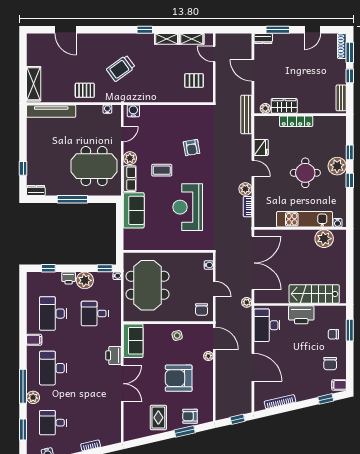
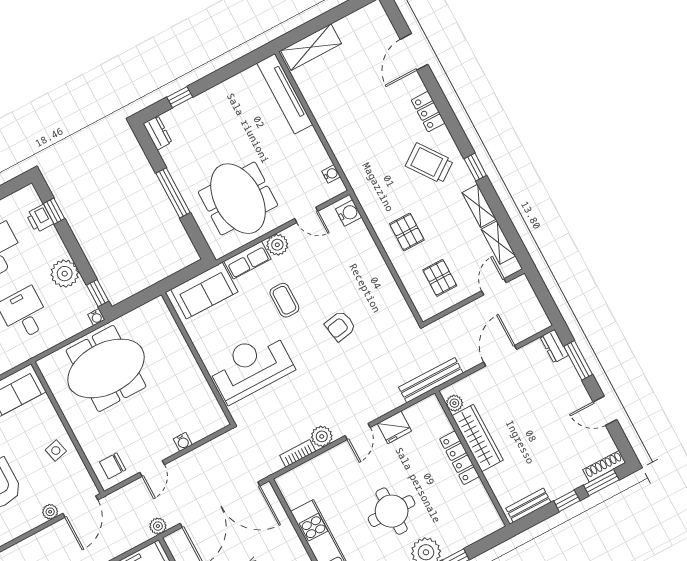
locker: (102, 39) -> (428, 112), added
trolley: (121, 68) -> (429, 163), moved
pallet: (85, 90) -> (407, 232), moved
wardrobe: (284, 106) -> (478, 438), width x1.50
wall: (168, 251) -> (198, 358), moved
printer: (69, 278) -> (40, 219), moved

